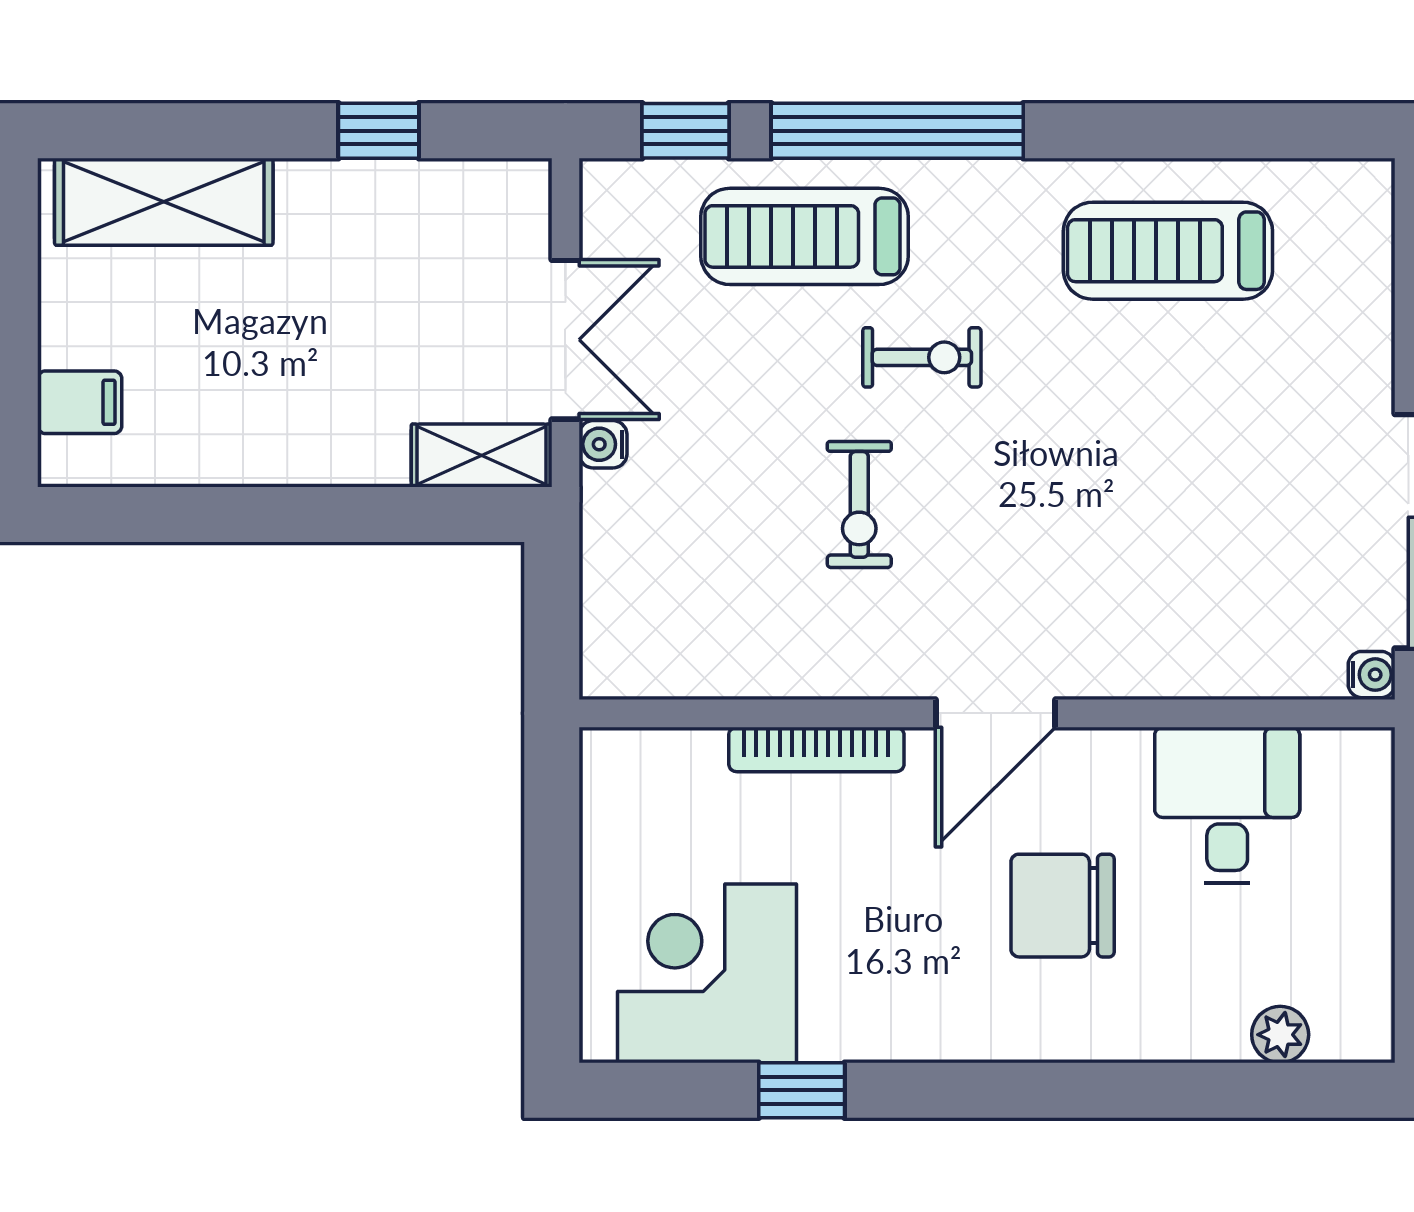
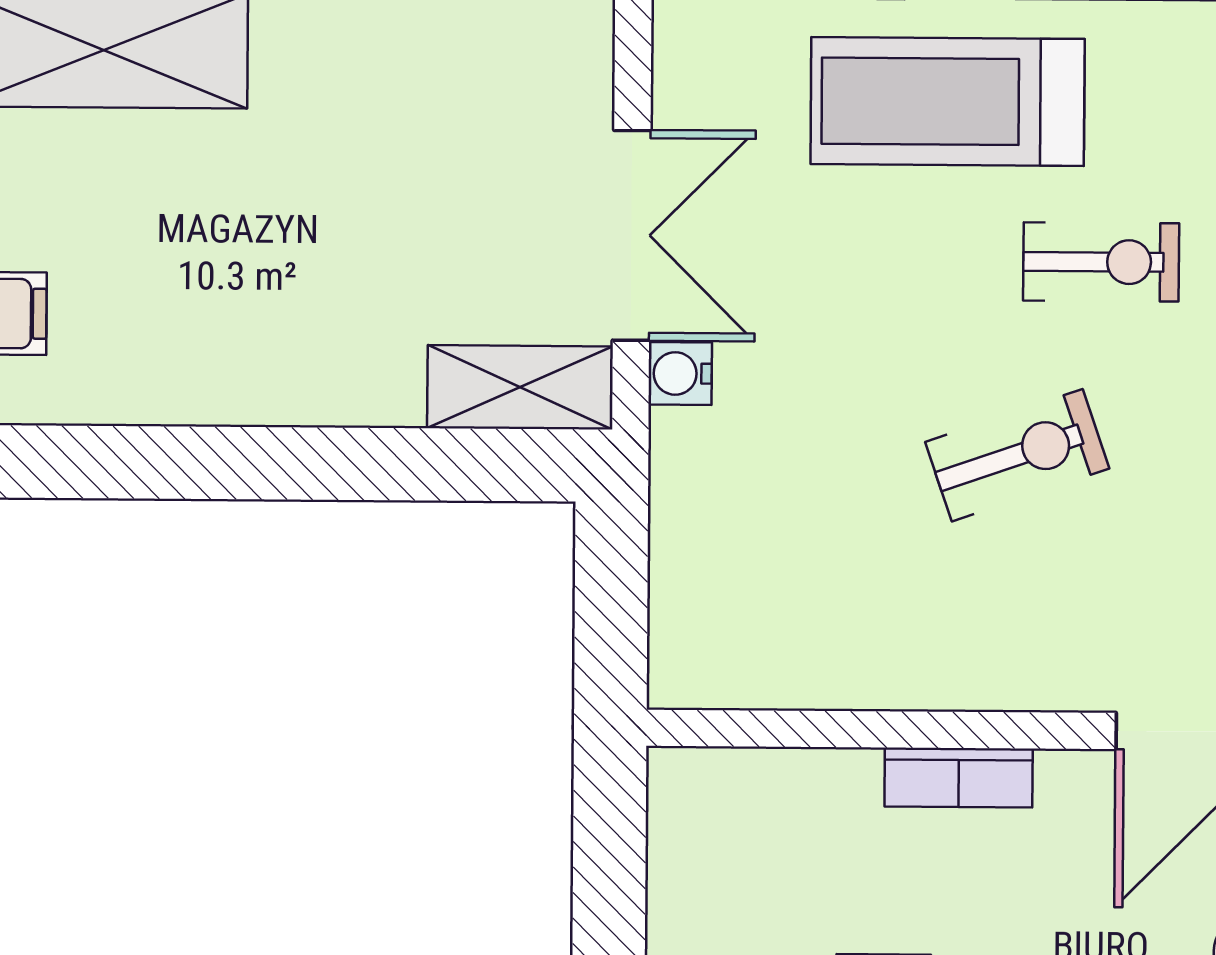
exercise bike: (859, 504) -> (1017, 455), turned -109
bookcase: (816, 749) -> (959, 778), width x0.64

